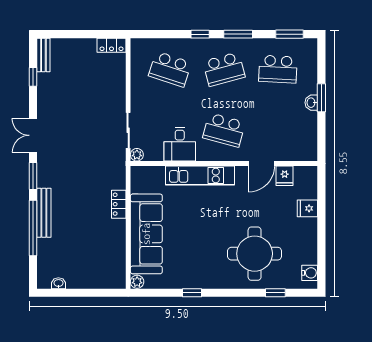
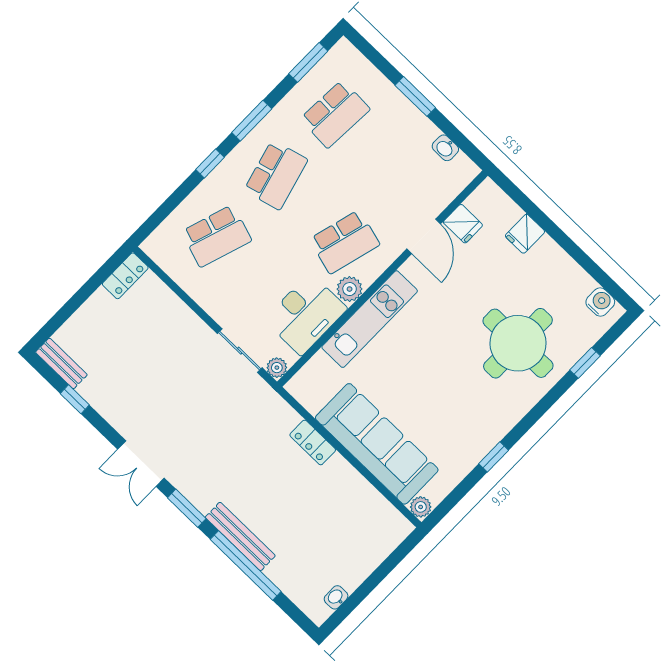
washbasin: (311, 103) -> (445, 148), moved
desk: (180, 144) -> (306, 314), width x1.37
plant: (205, 153) -> (350, 289), added

